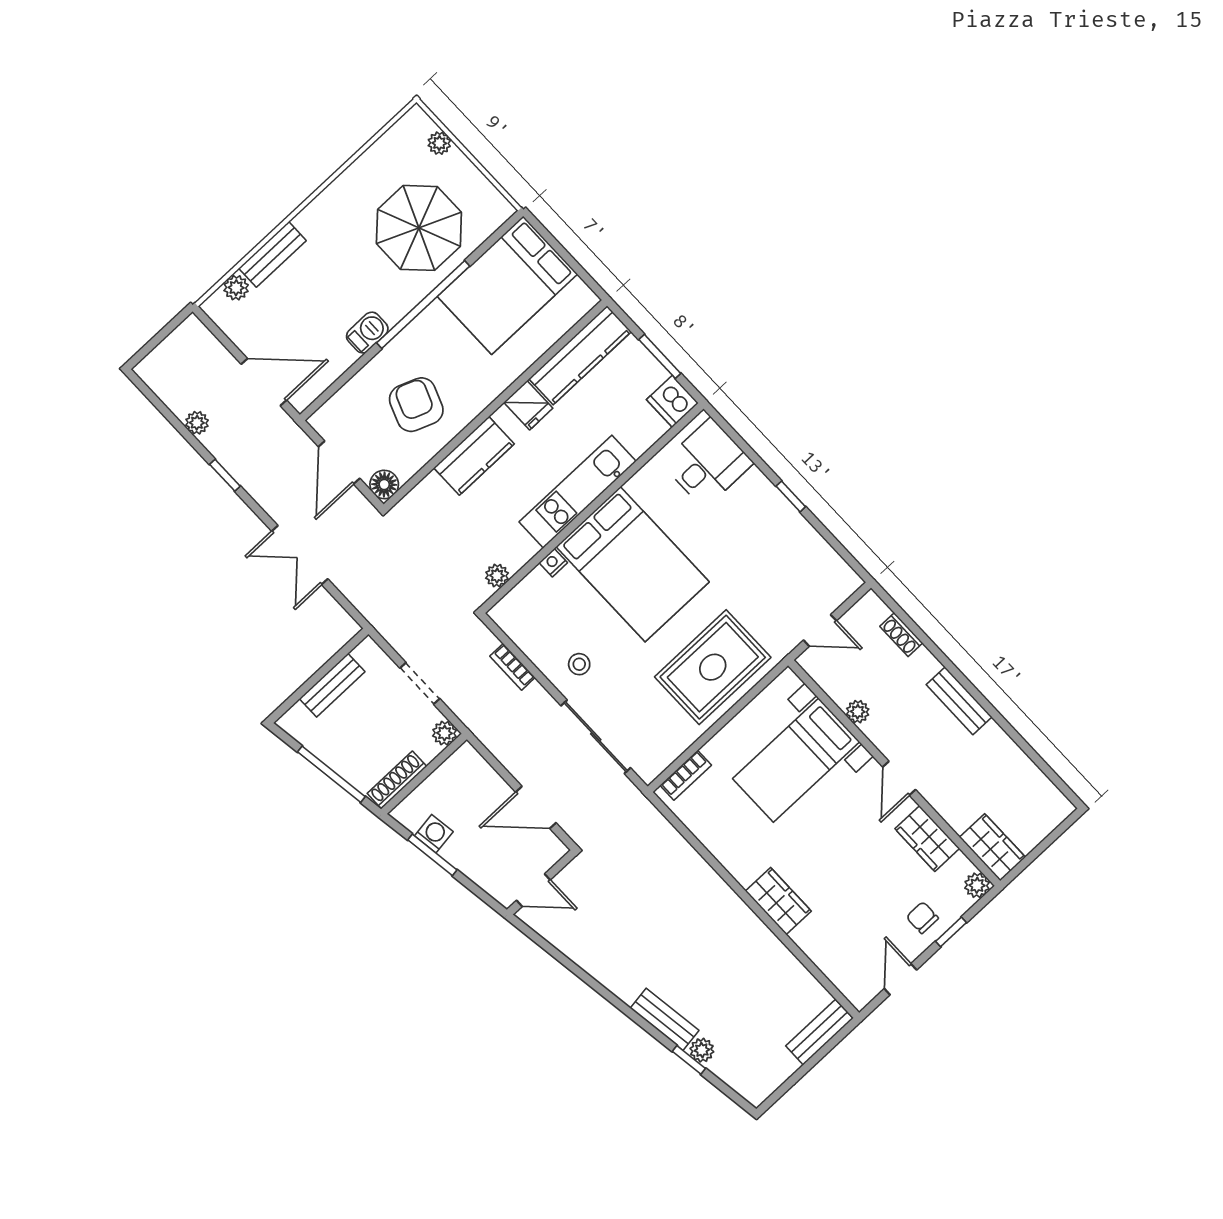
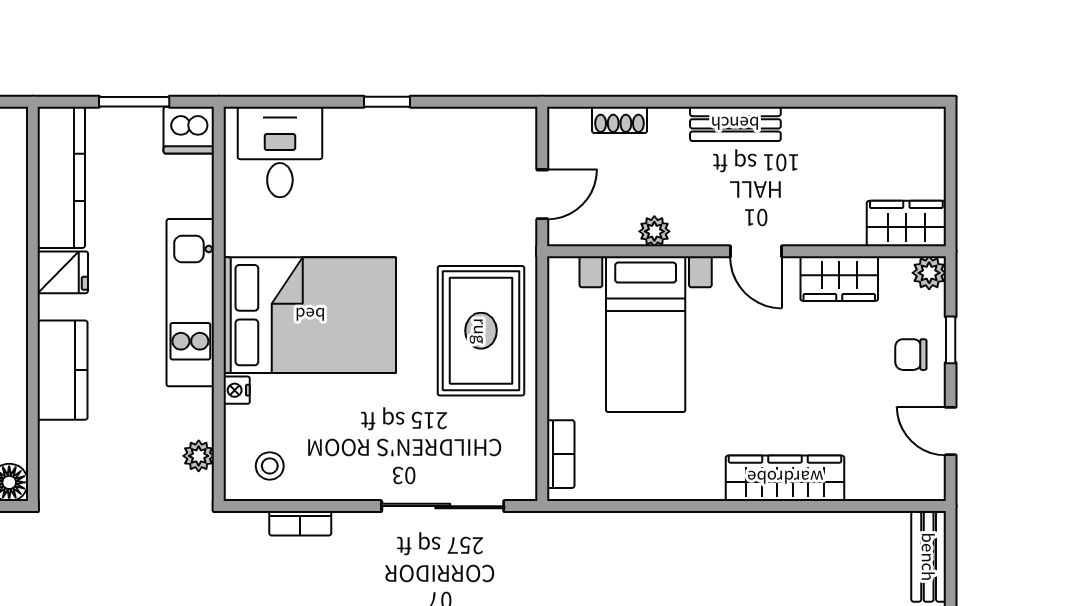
stool: (579, 664) -> (270, 466), moved
wardrobe: (778, 901) -> (785, 478), width x1.50

